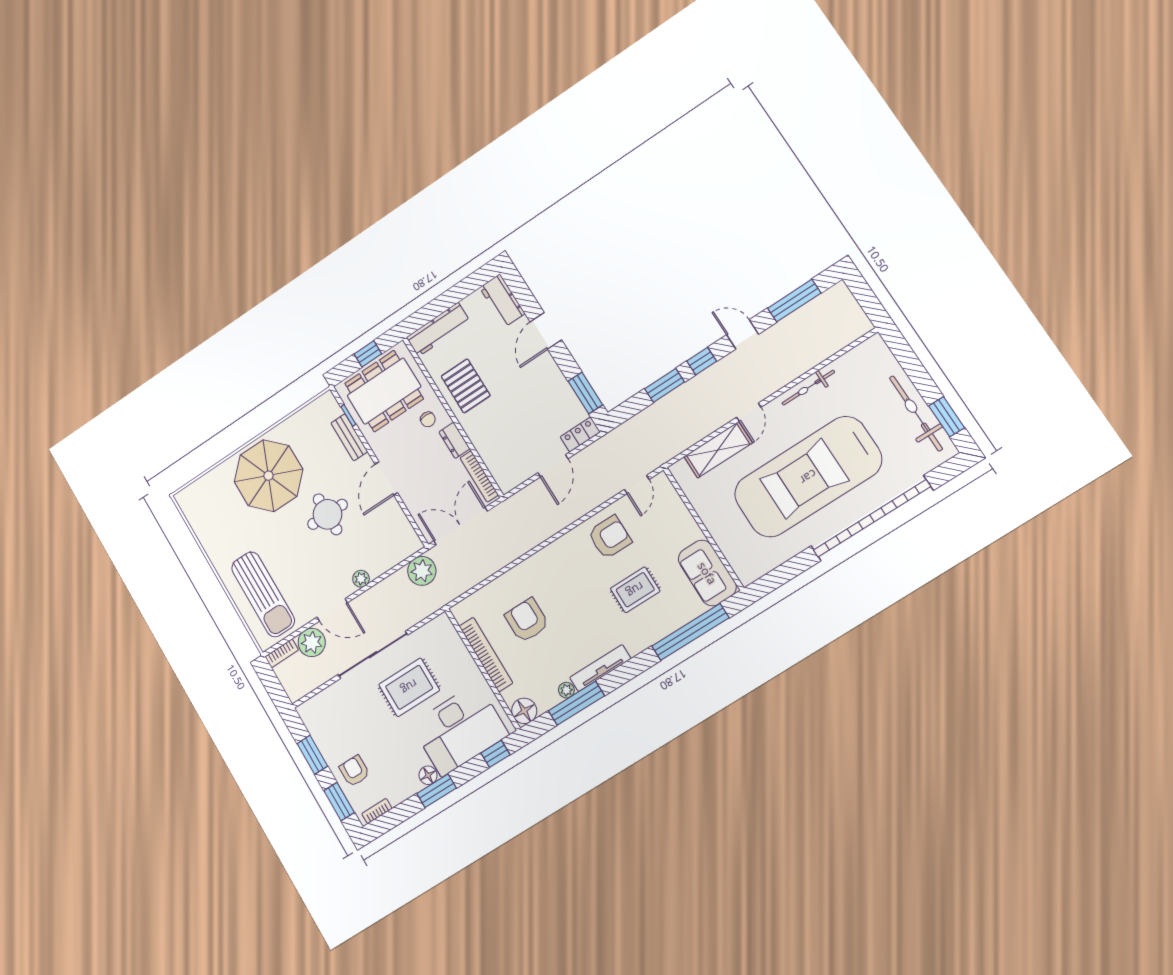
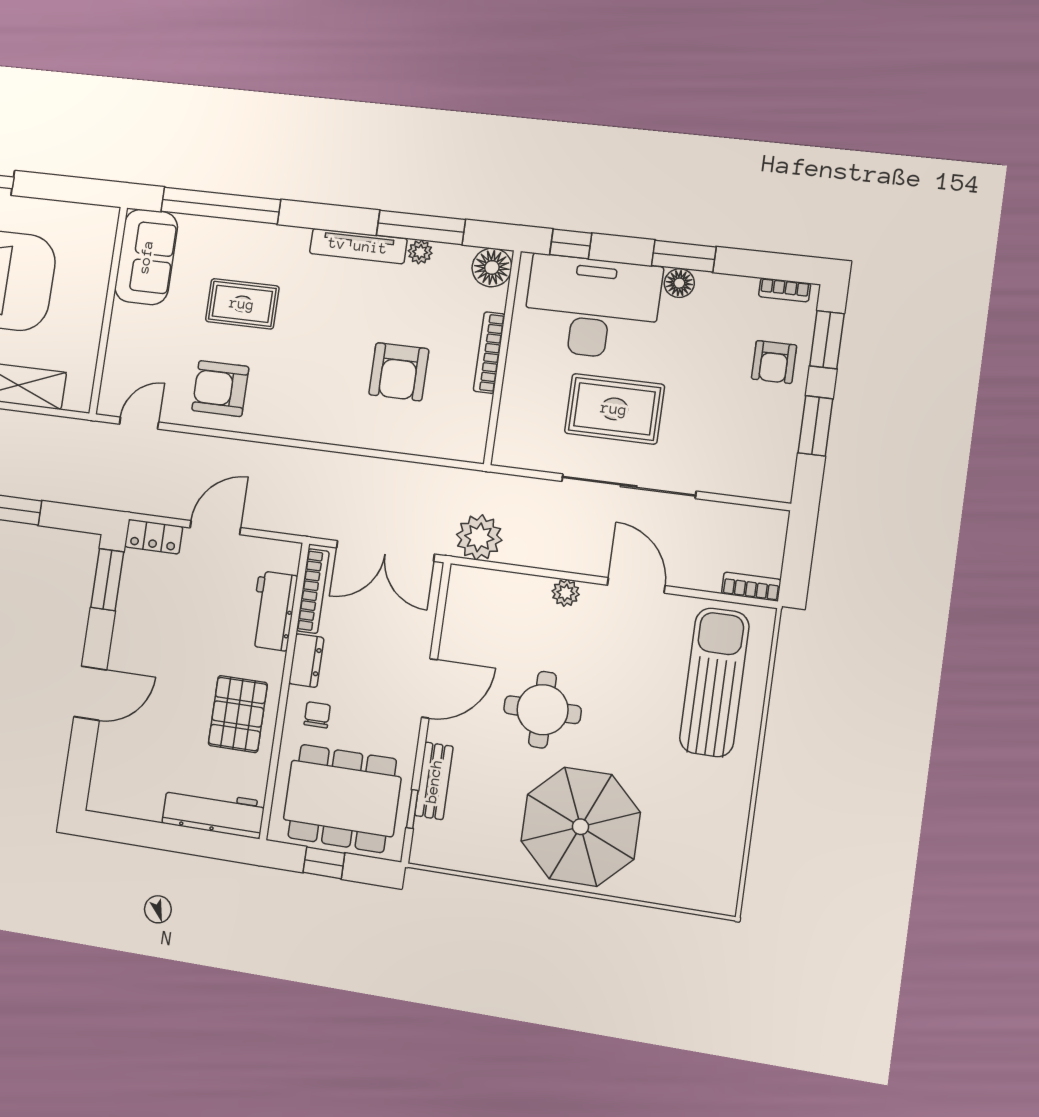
workbench: (502, 301) -> (273, 611), moved, turned 180
plant: (312, 642) -> (698, 567), removed
bookcase: (486, 654) -> (489, 353), width x0.68, depth x0.76

